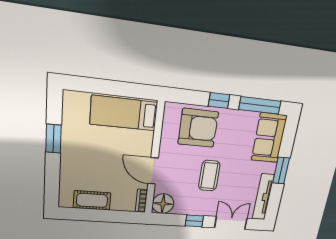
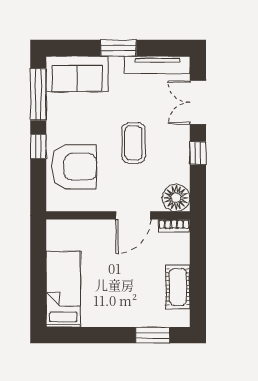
bed: (124, 113) -> (63, 289), moved, turned 180
armchair: (198, 128) -> (74, 167), turned 90
window: (53, 139) -> (153, 335), moved
coffee table: (209, 176) -> (133, 143), turned 90

